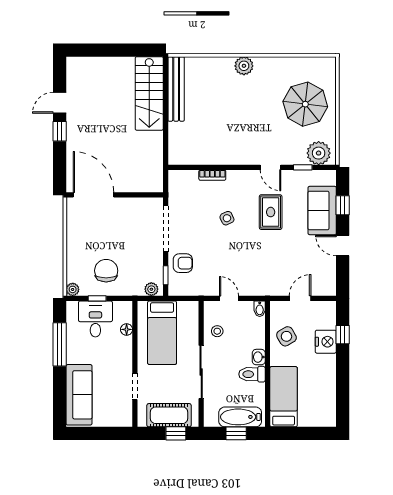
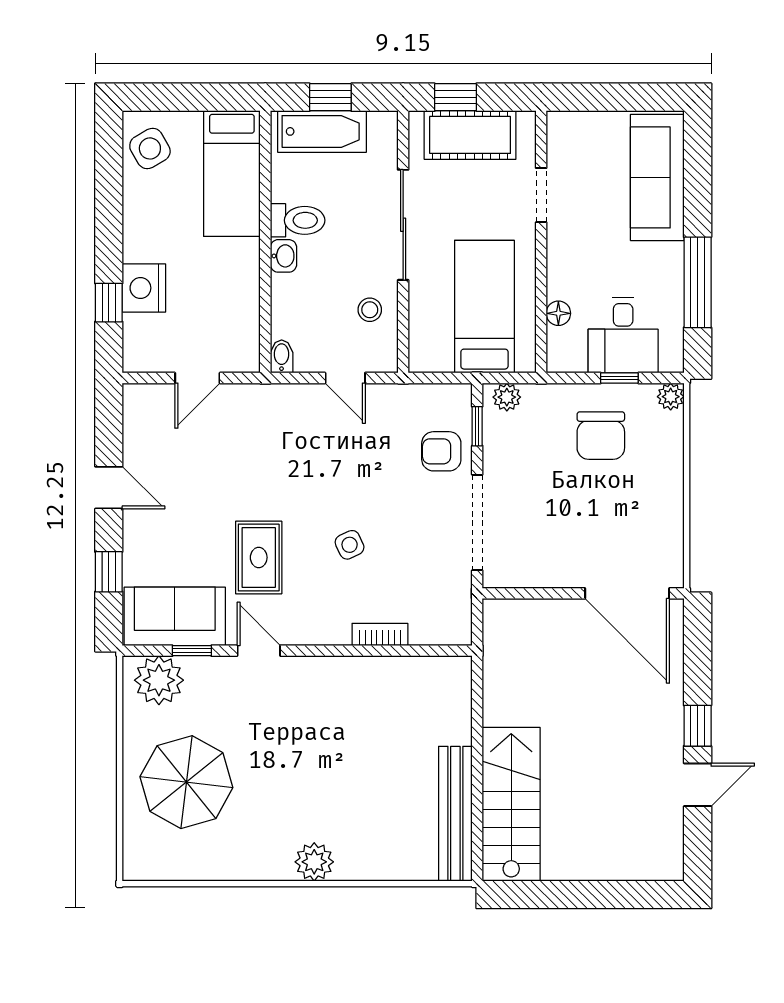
sofa: (322, 210) -> (175, 616), moved, turned -90
side table: (286, 336) -> (150, 148), moved

